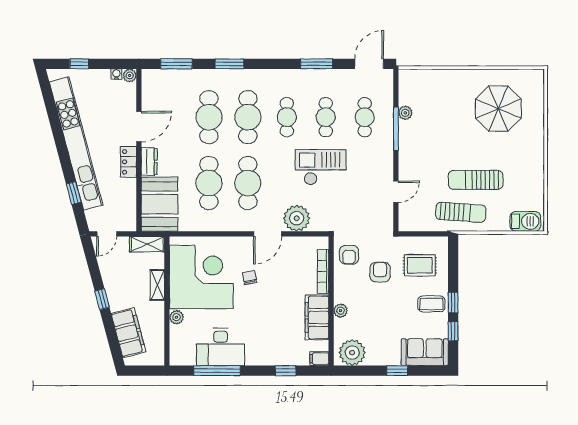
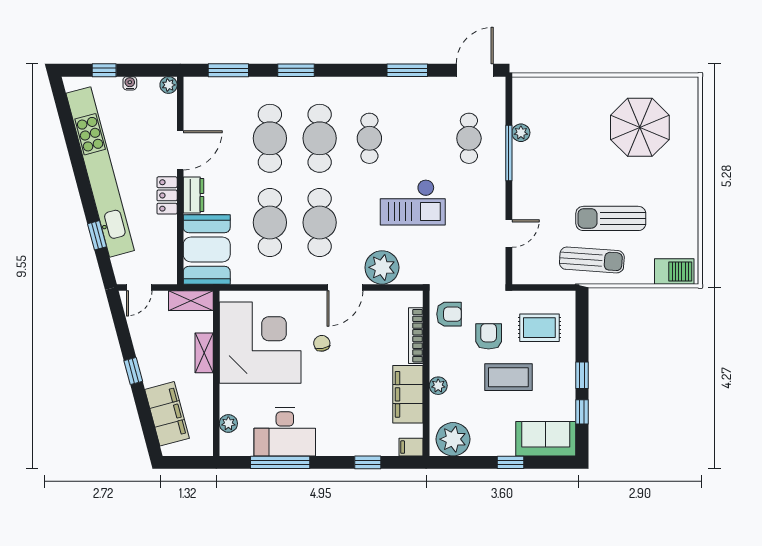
water cooler: (116, 74) -> (130, 83), moved
cafe table: (326, 117) -> (419, 138), removed
checkout: (321, 167) -> (413, 202), turned 180
armchair: (349, 255) -> (449, 314), turned -90
coffee table: (431, 304) -> (508, 377), moved, width x1.36, depth x1.30
plant: (176, 317) -> (228, 423), moved

